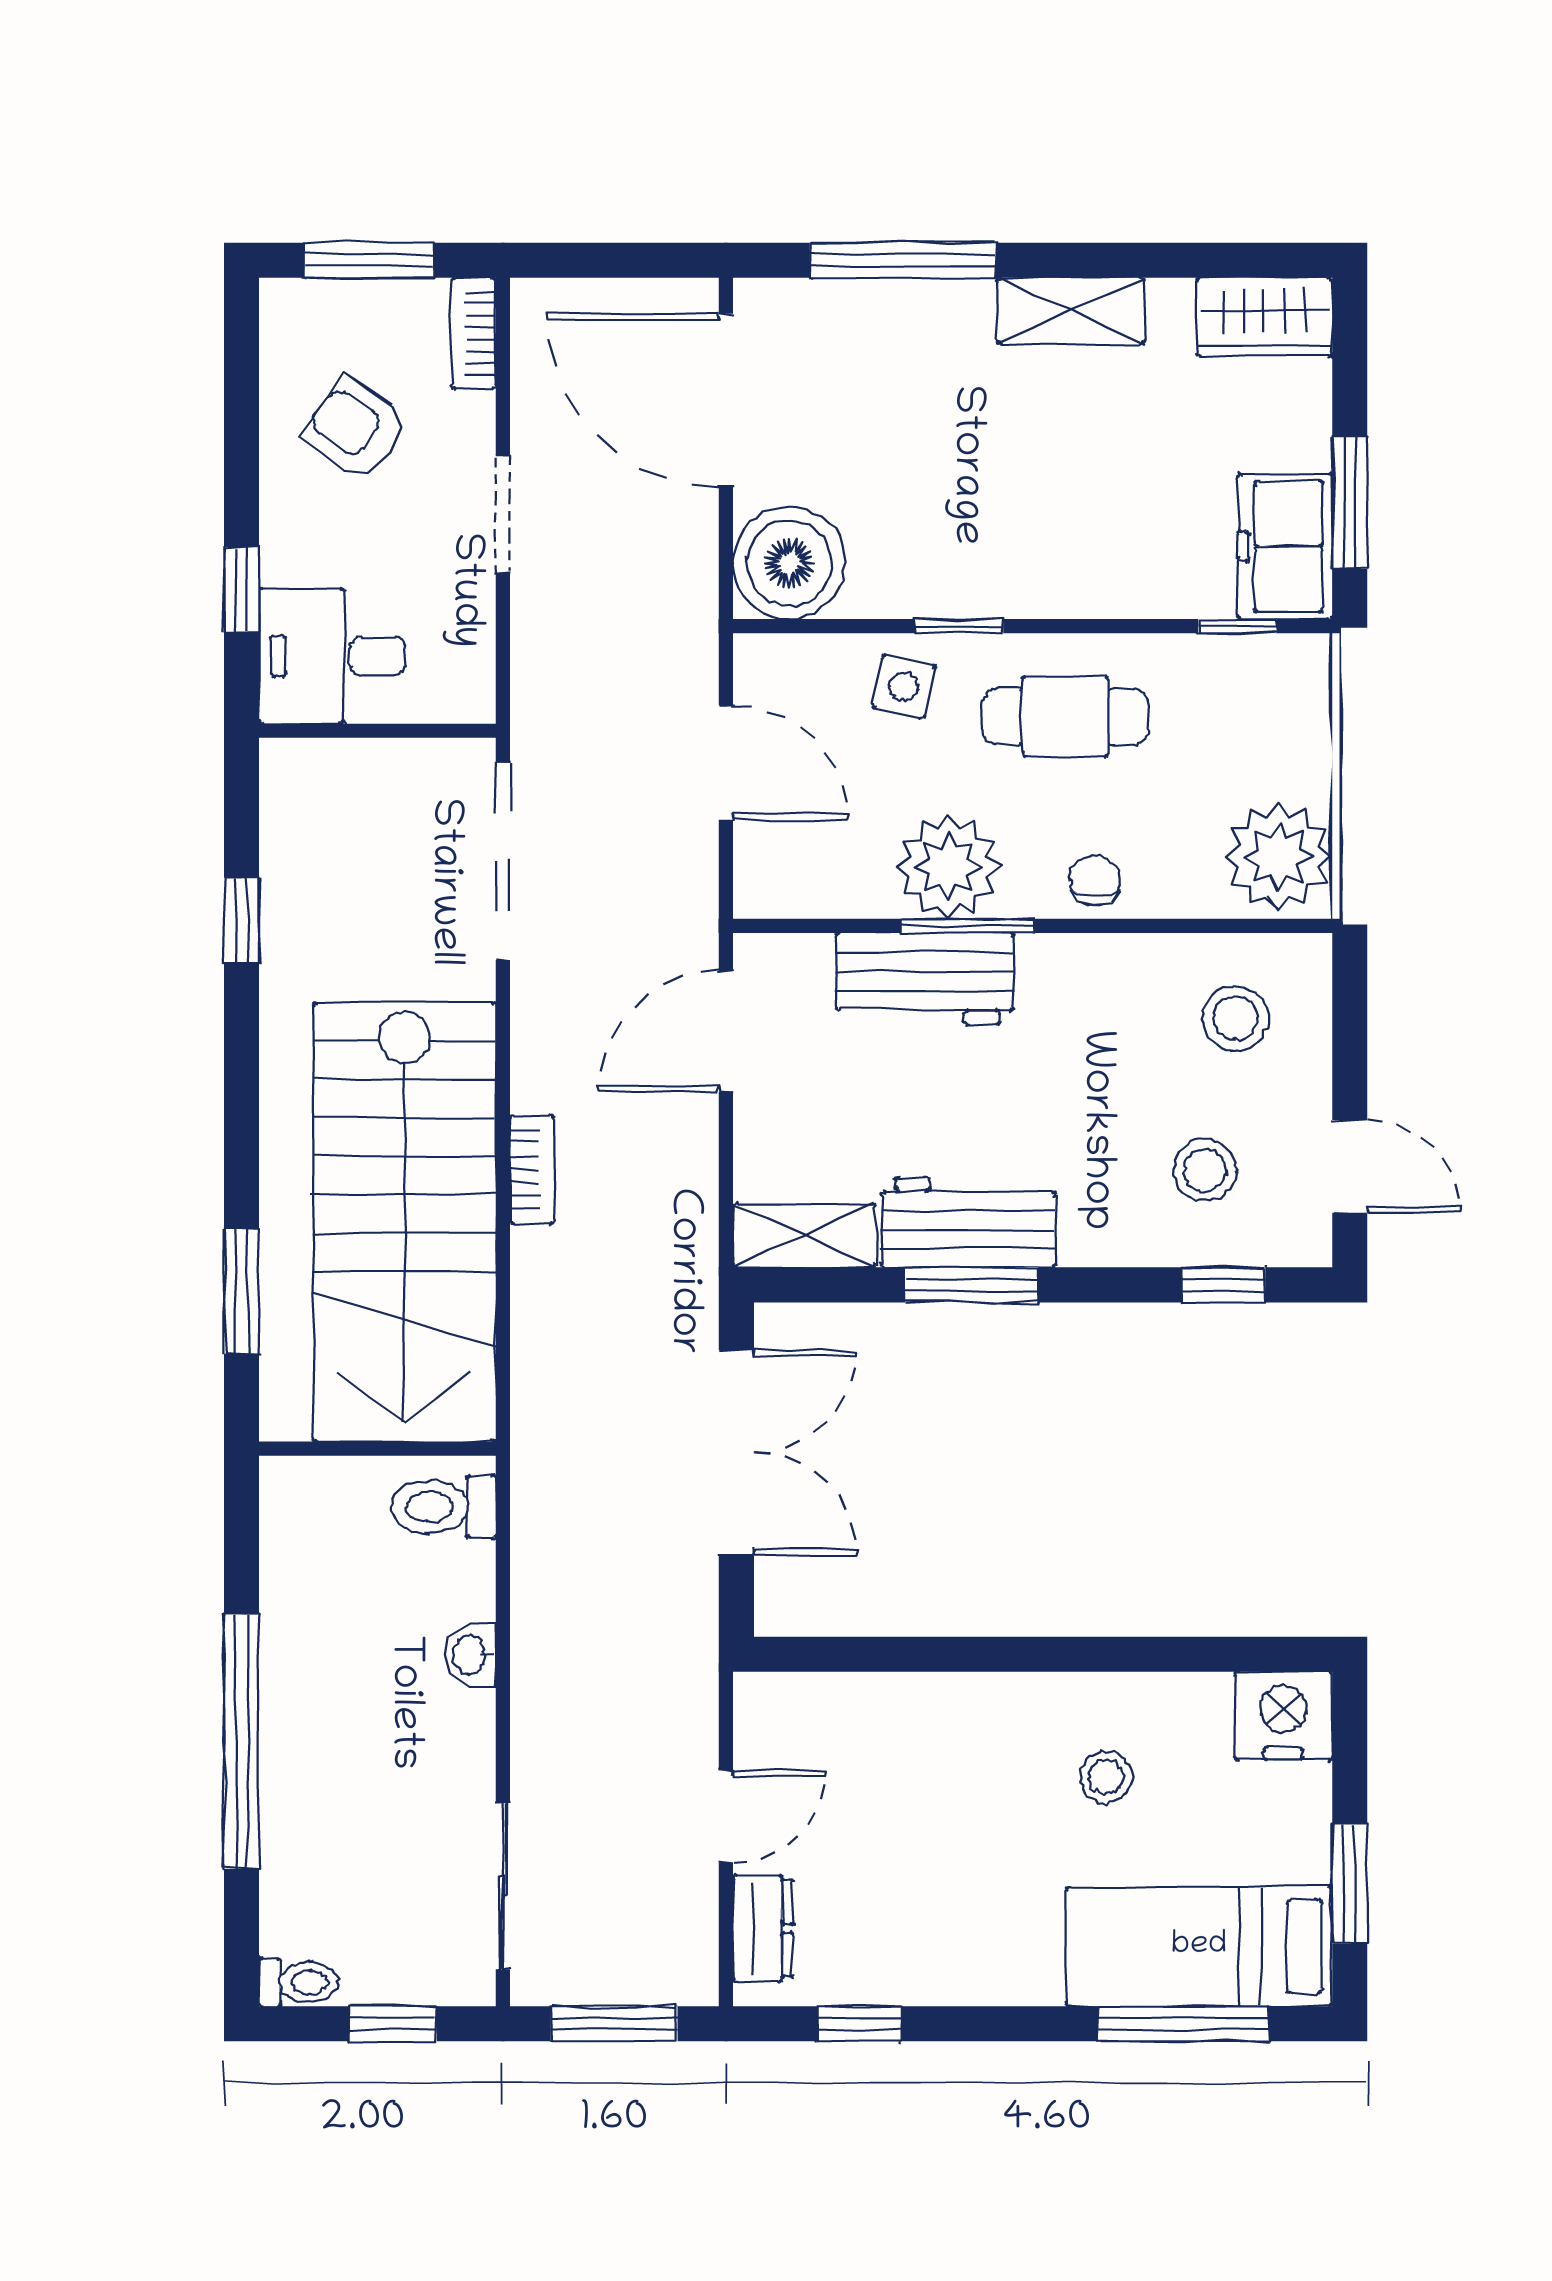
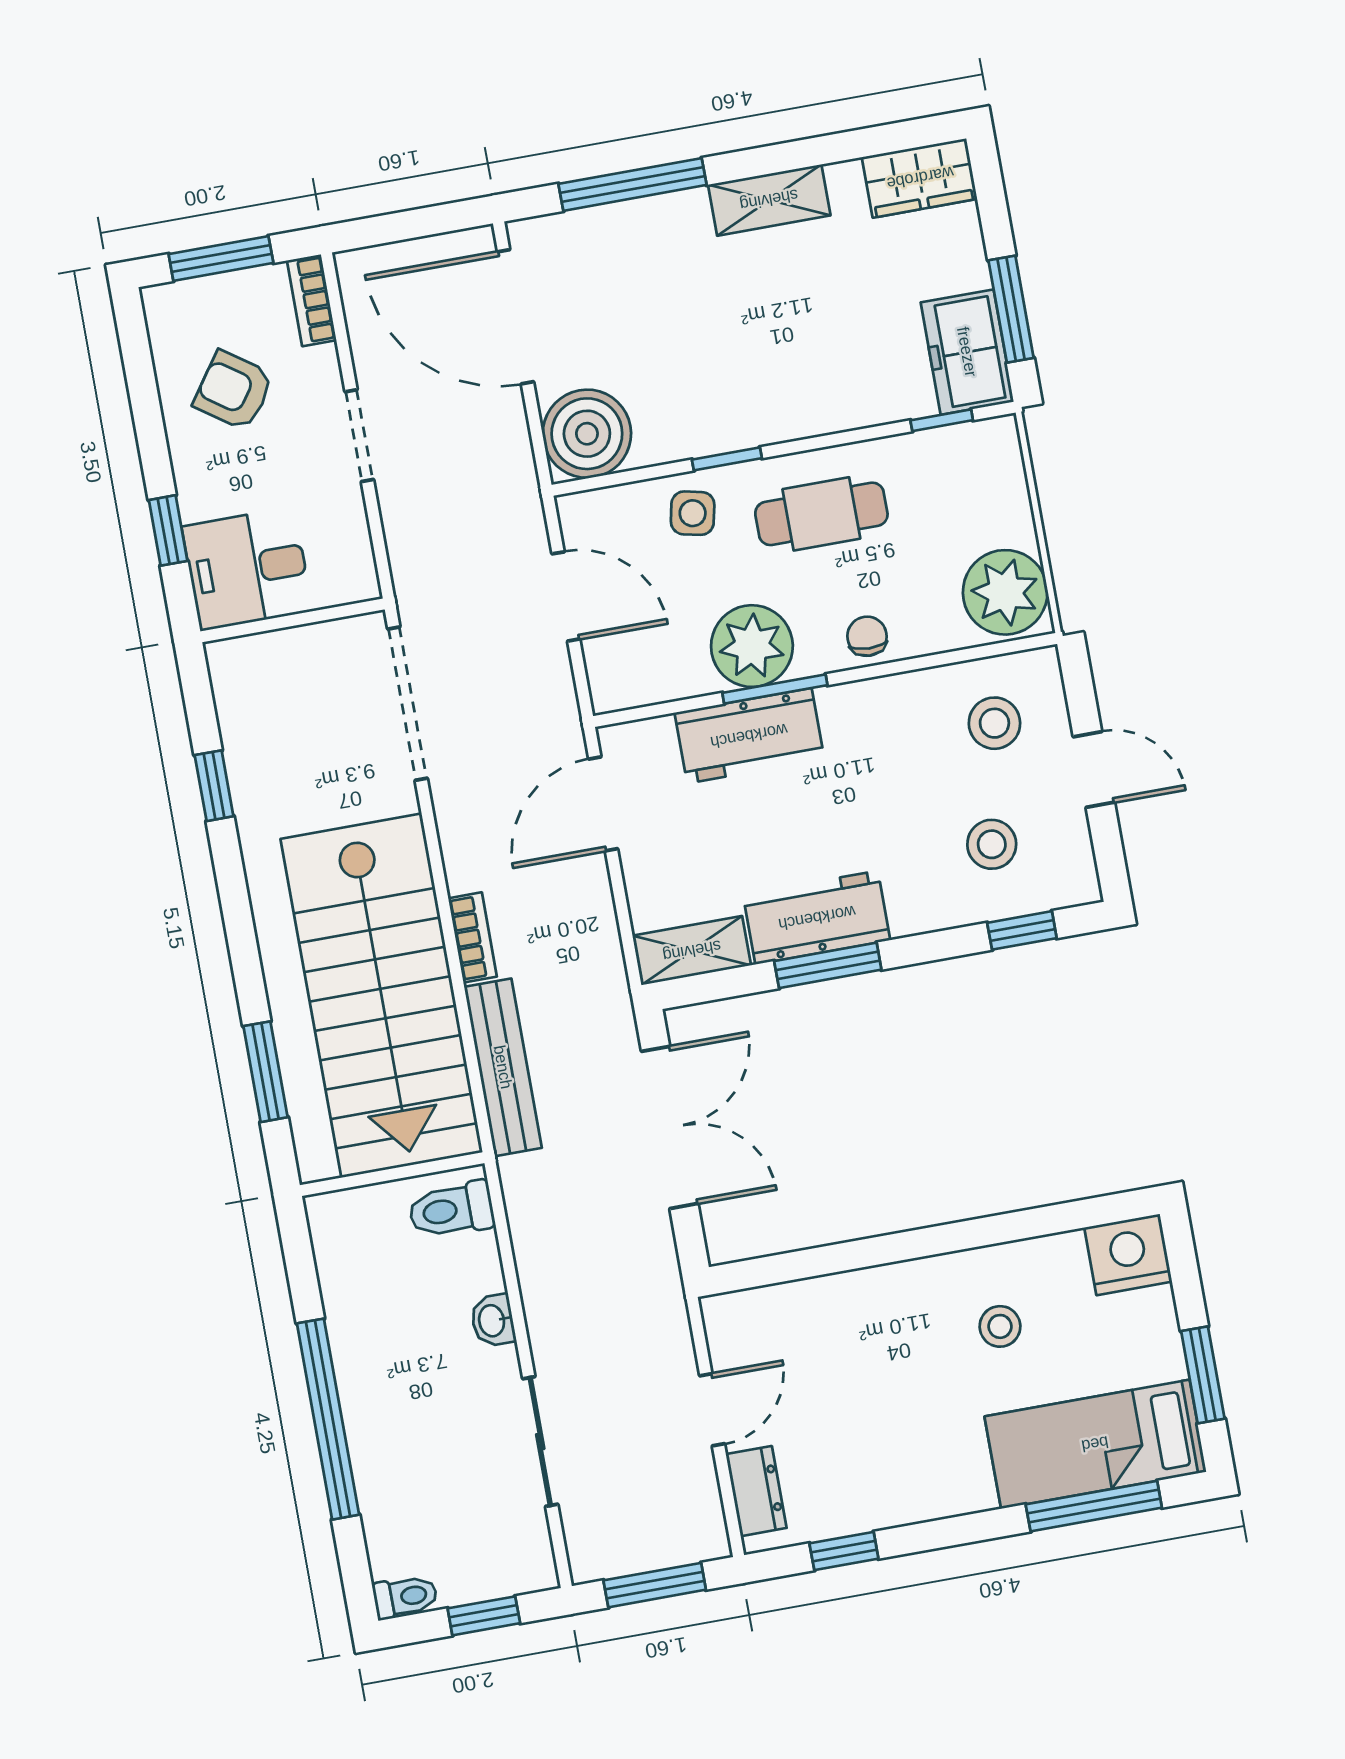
door: (1350, 1166) -> (1094, 769), moved
bench: (541, 1340) -> (503, 1067), added
sliding door: (503, 1886) -> (540, 1442), moved

